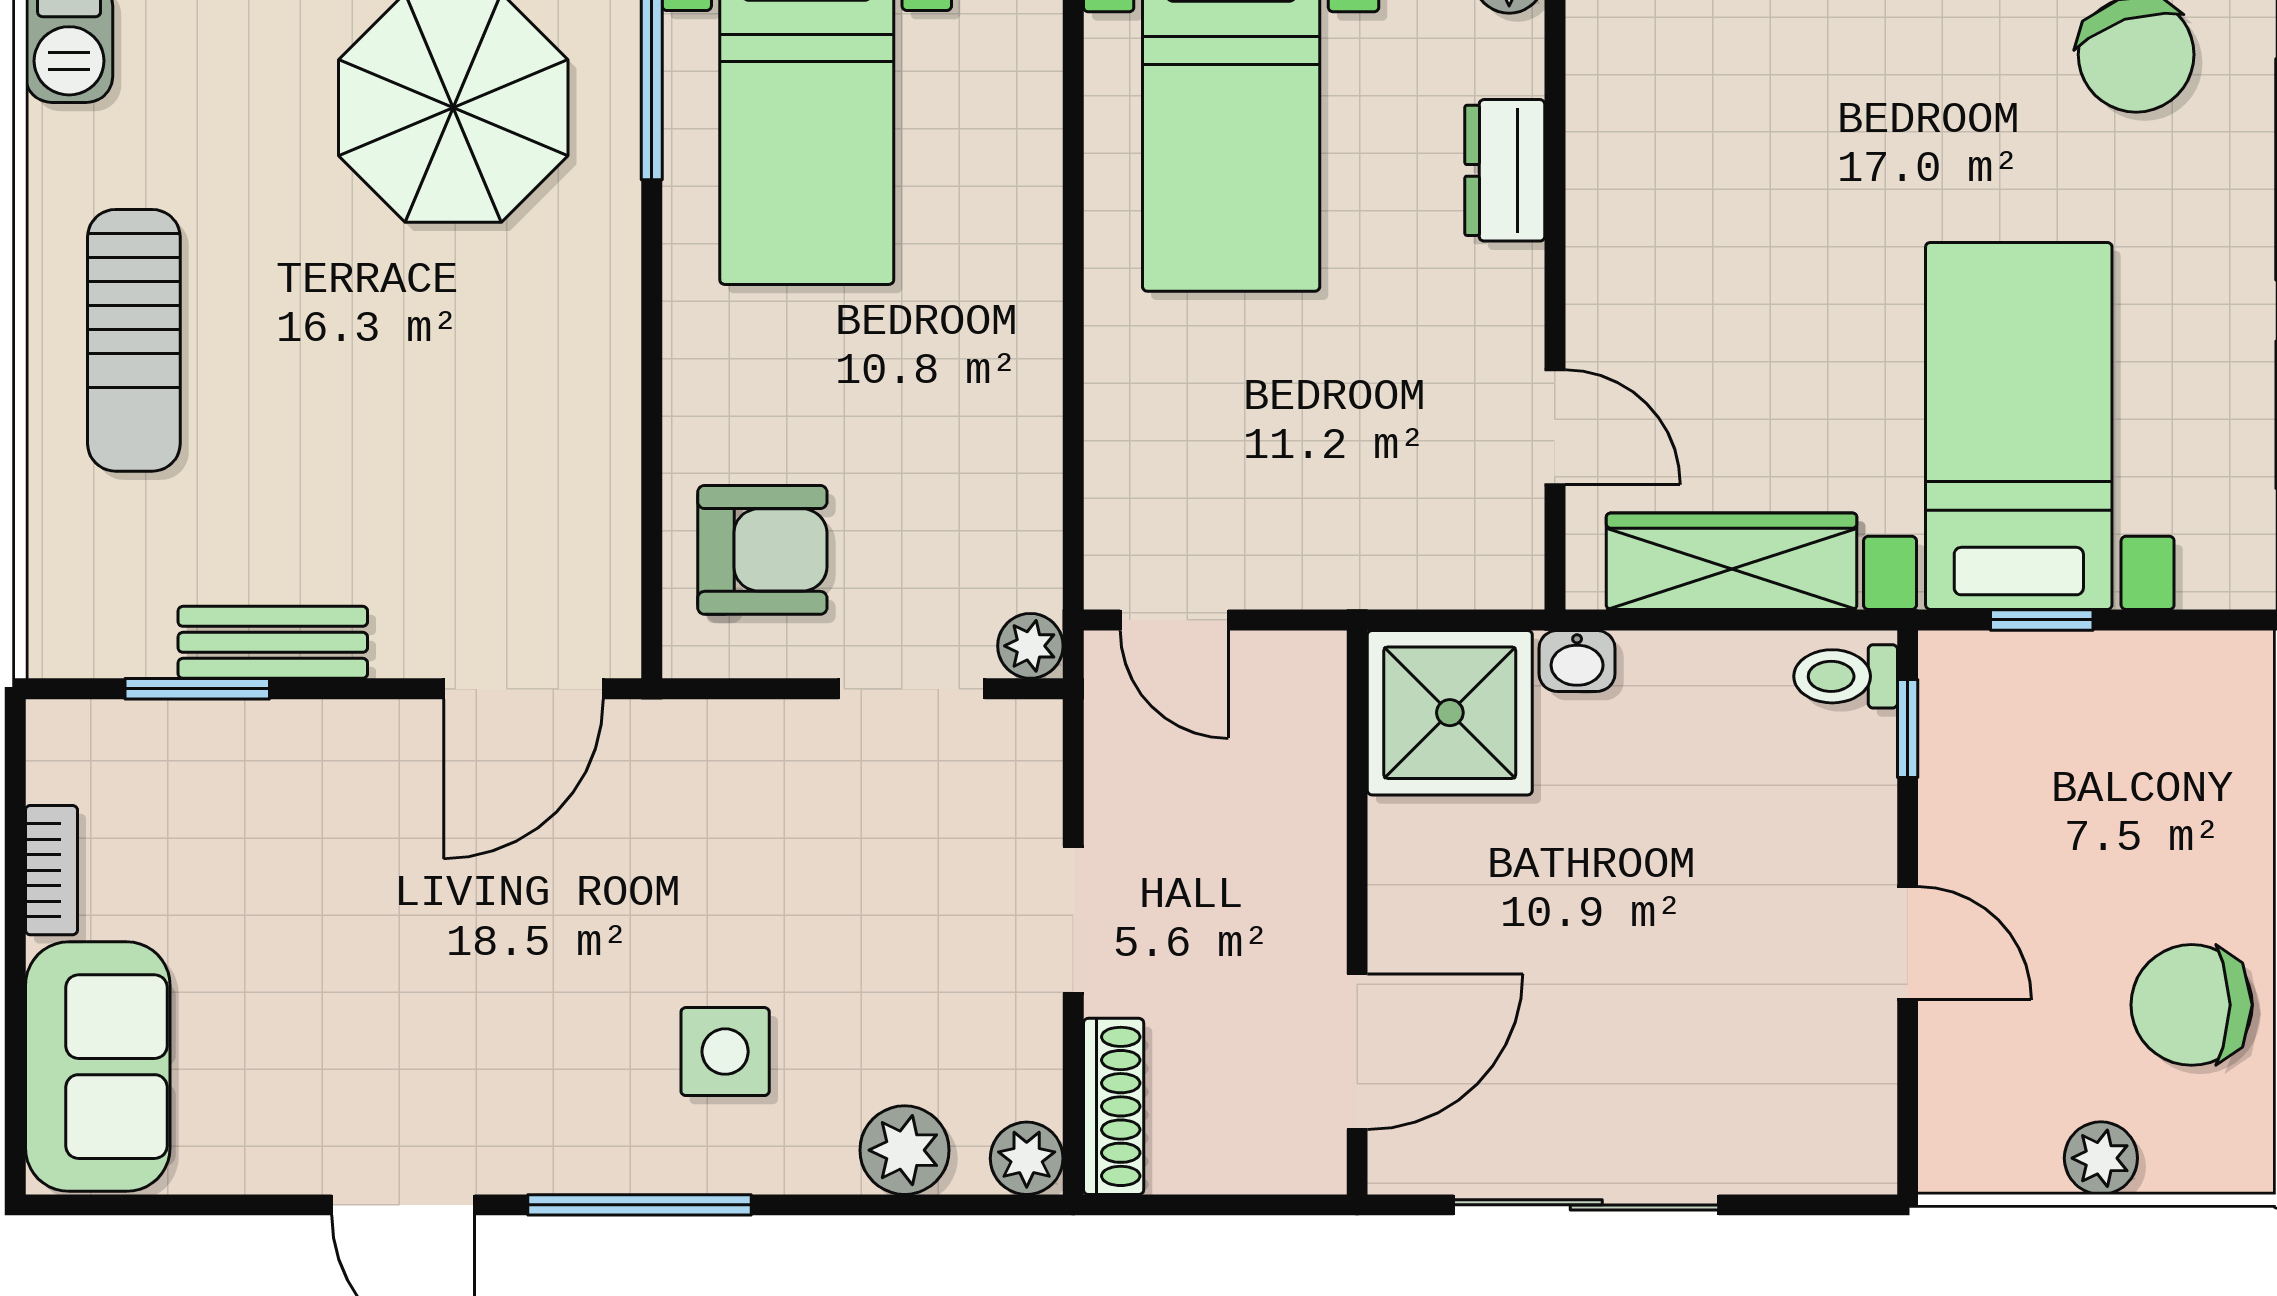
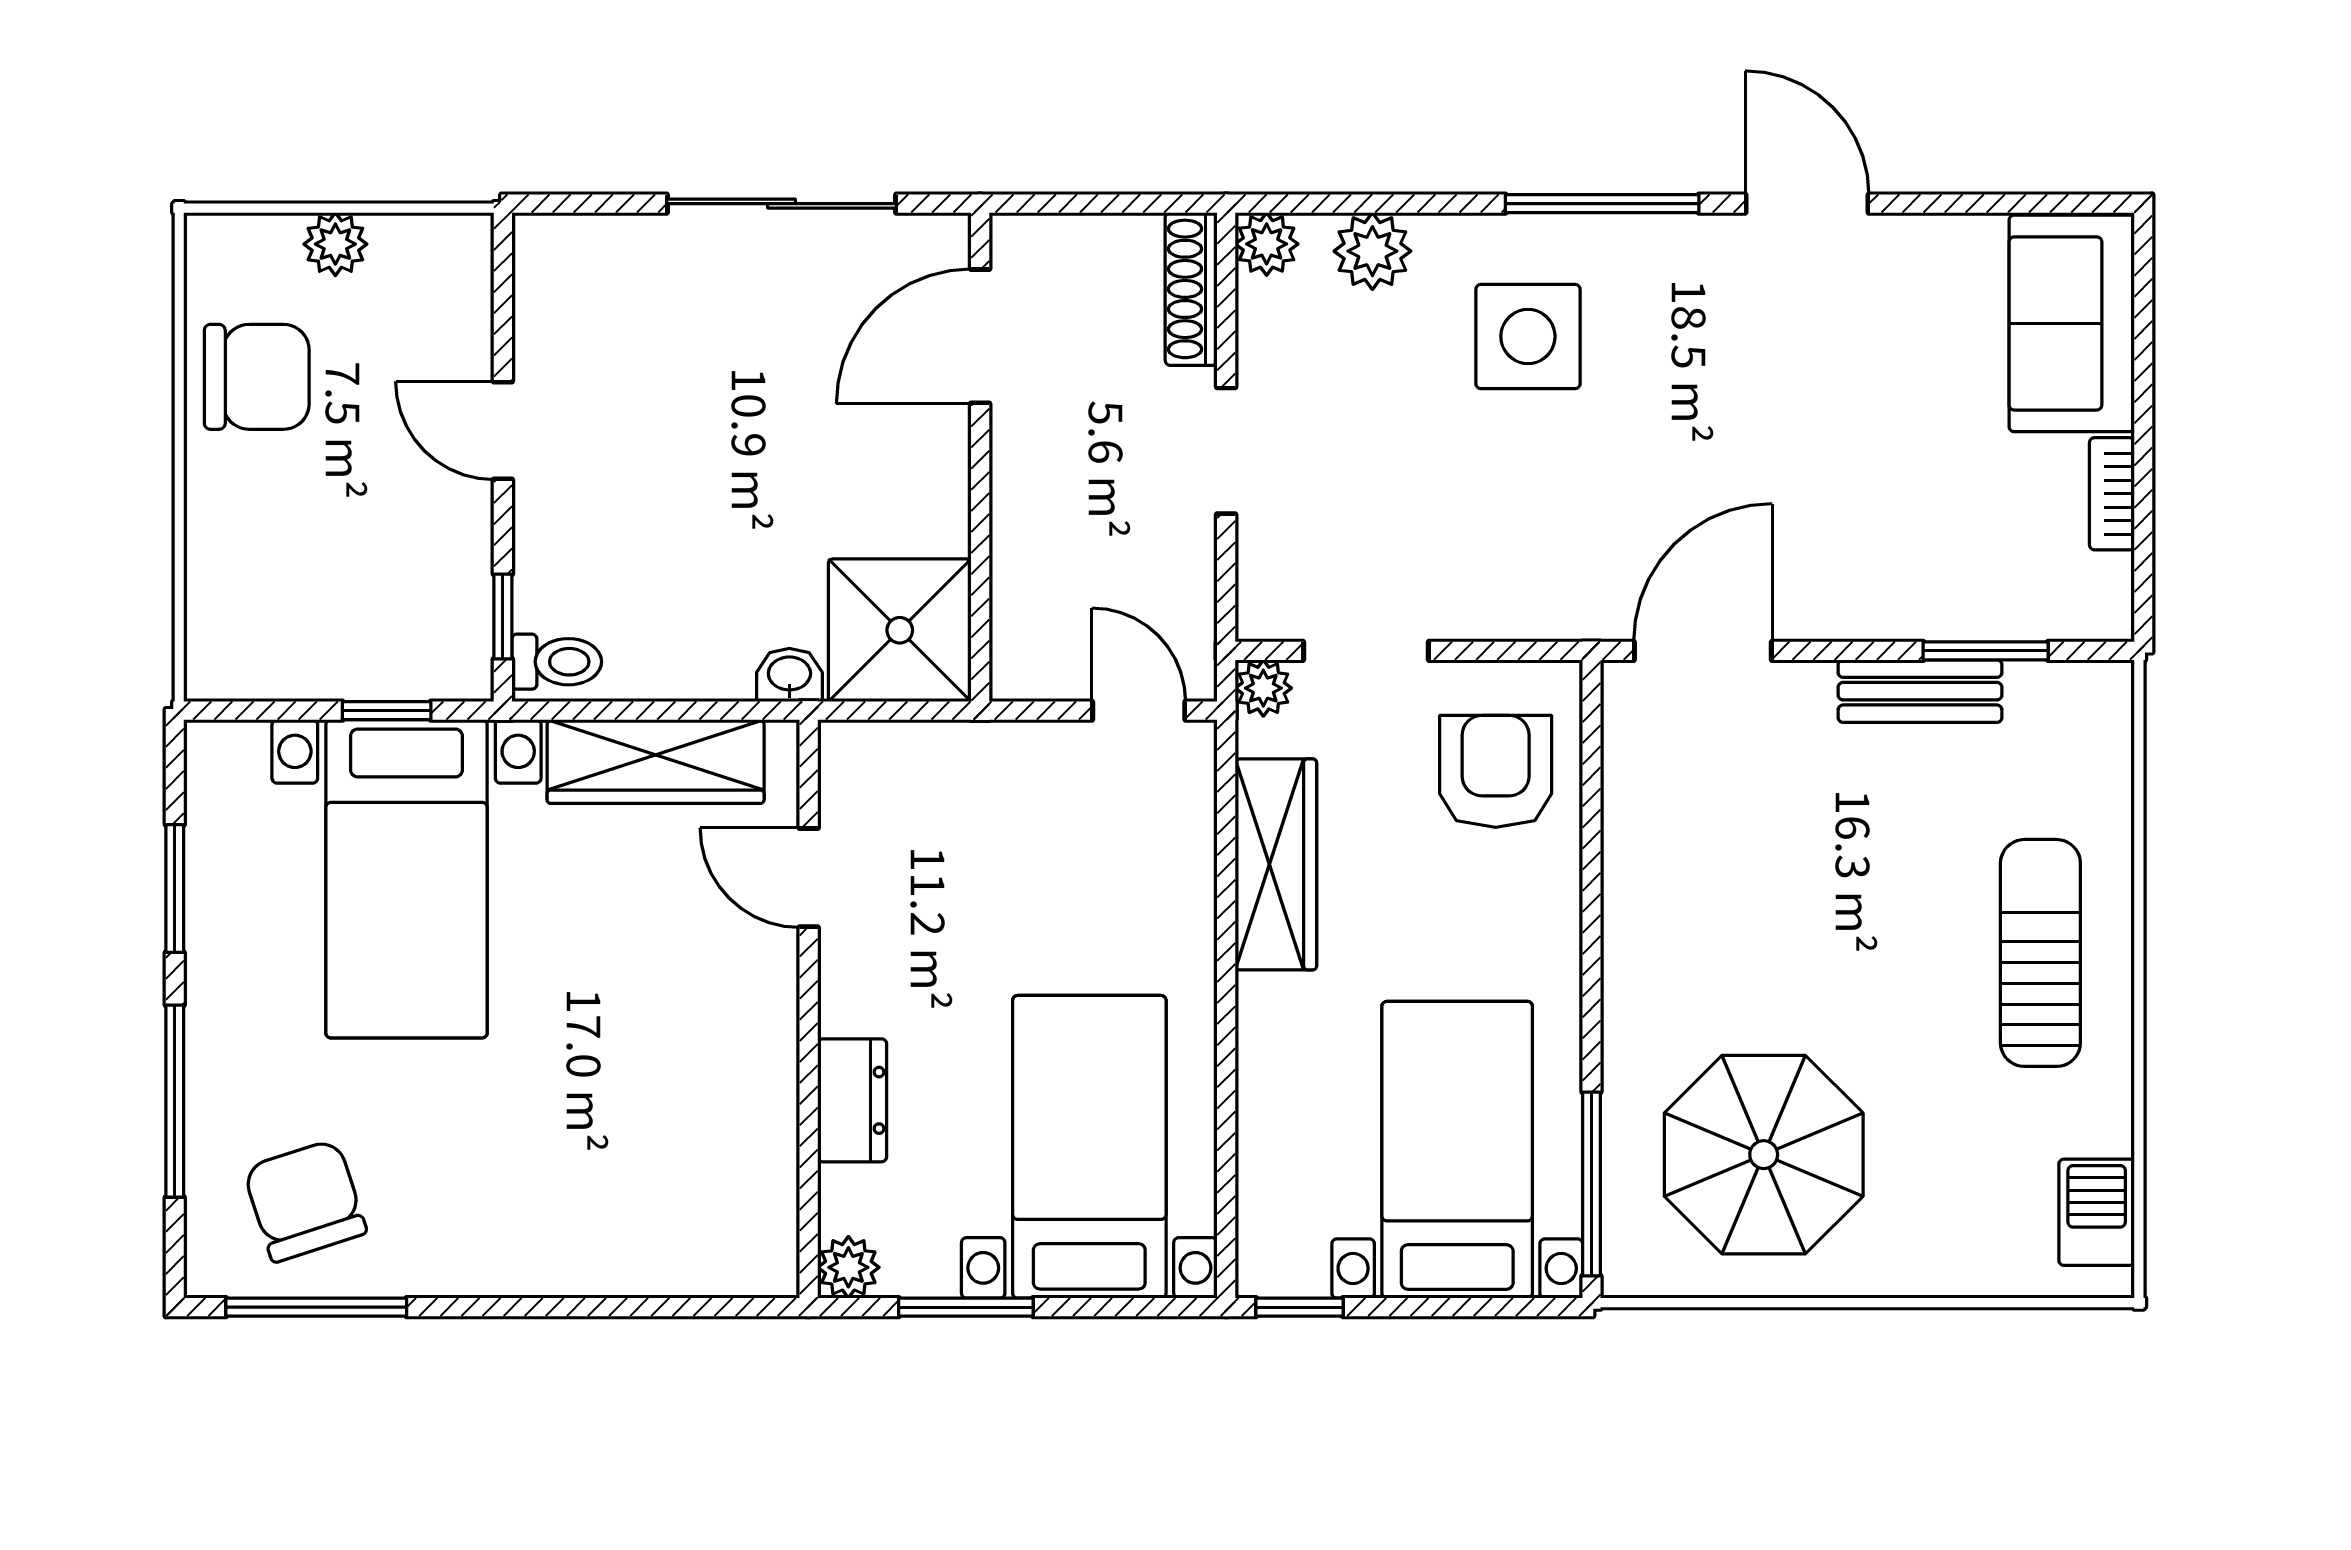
wardrobe: (1016, 443) -> (1276, 864), added
armchair: (762, 550) -> (1496, 771), turned 90
side table: (725, 1052) -> (1528, 336), width x1.37, depth x1.37

